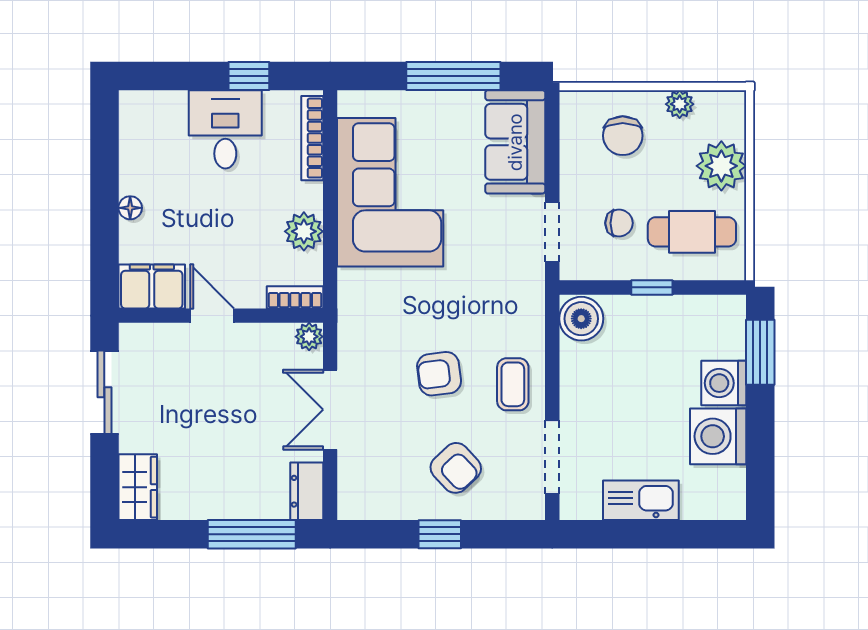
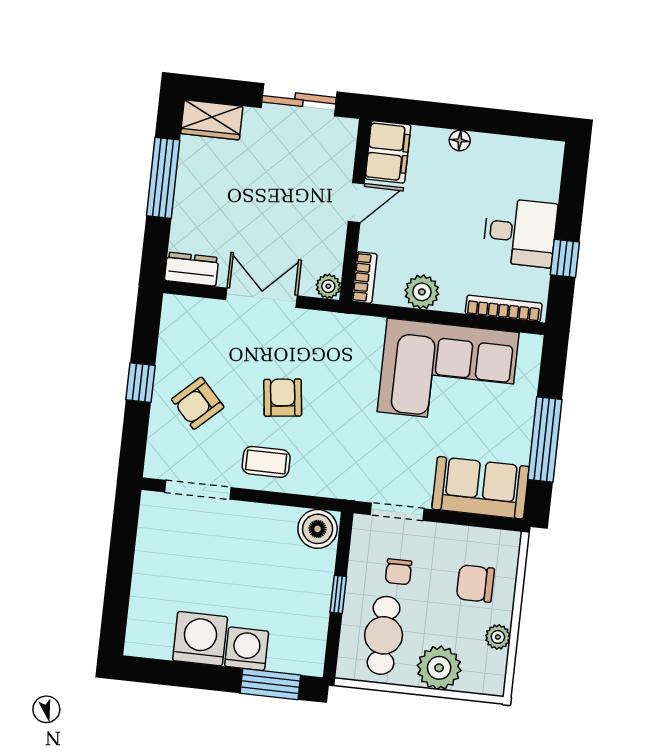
kitchen sink: (641, 500) -> (151, 564), removed
window: (252, 534) -> (163, 178), moved

